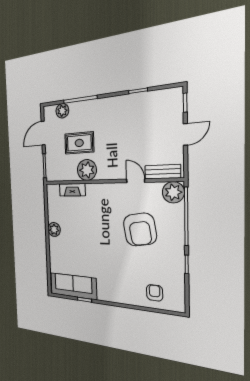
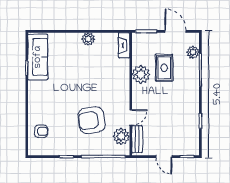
fireplace: (72, 190) -> (124, 45), moved
plant: (173, 192) -> (121, 136), moved

